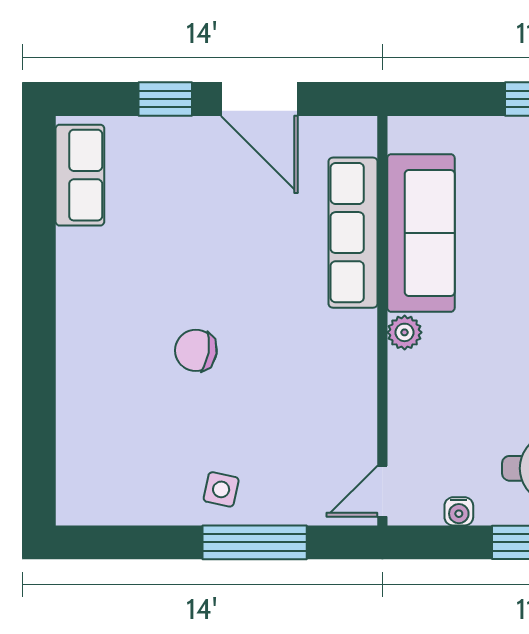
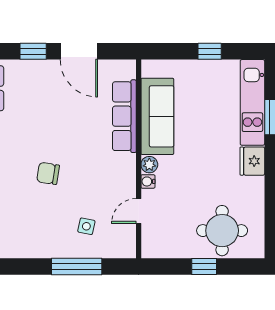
side table: (221, 489) -> (86, 226), moved
door: (382, 491) -> (139, 211), moved
water cooler: (459, 511) -> (148, 181), moved, turned 90

